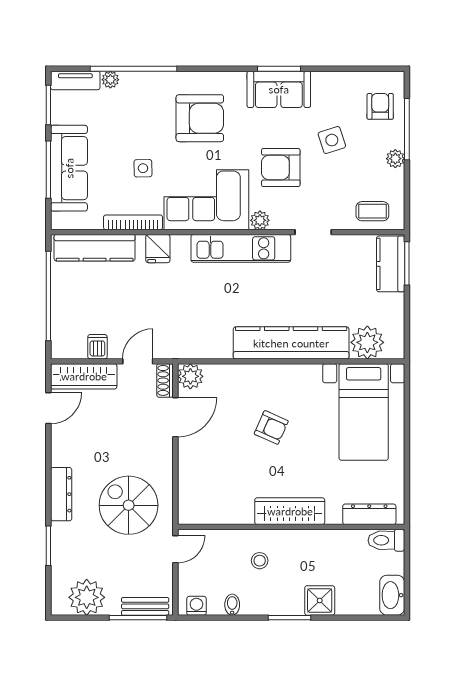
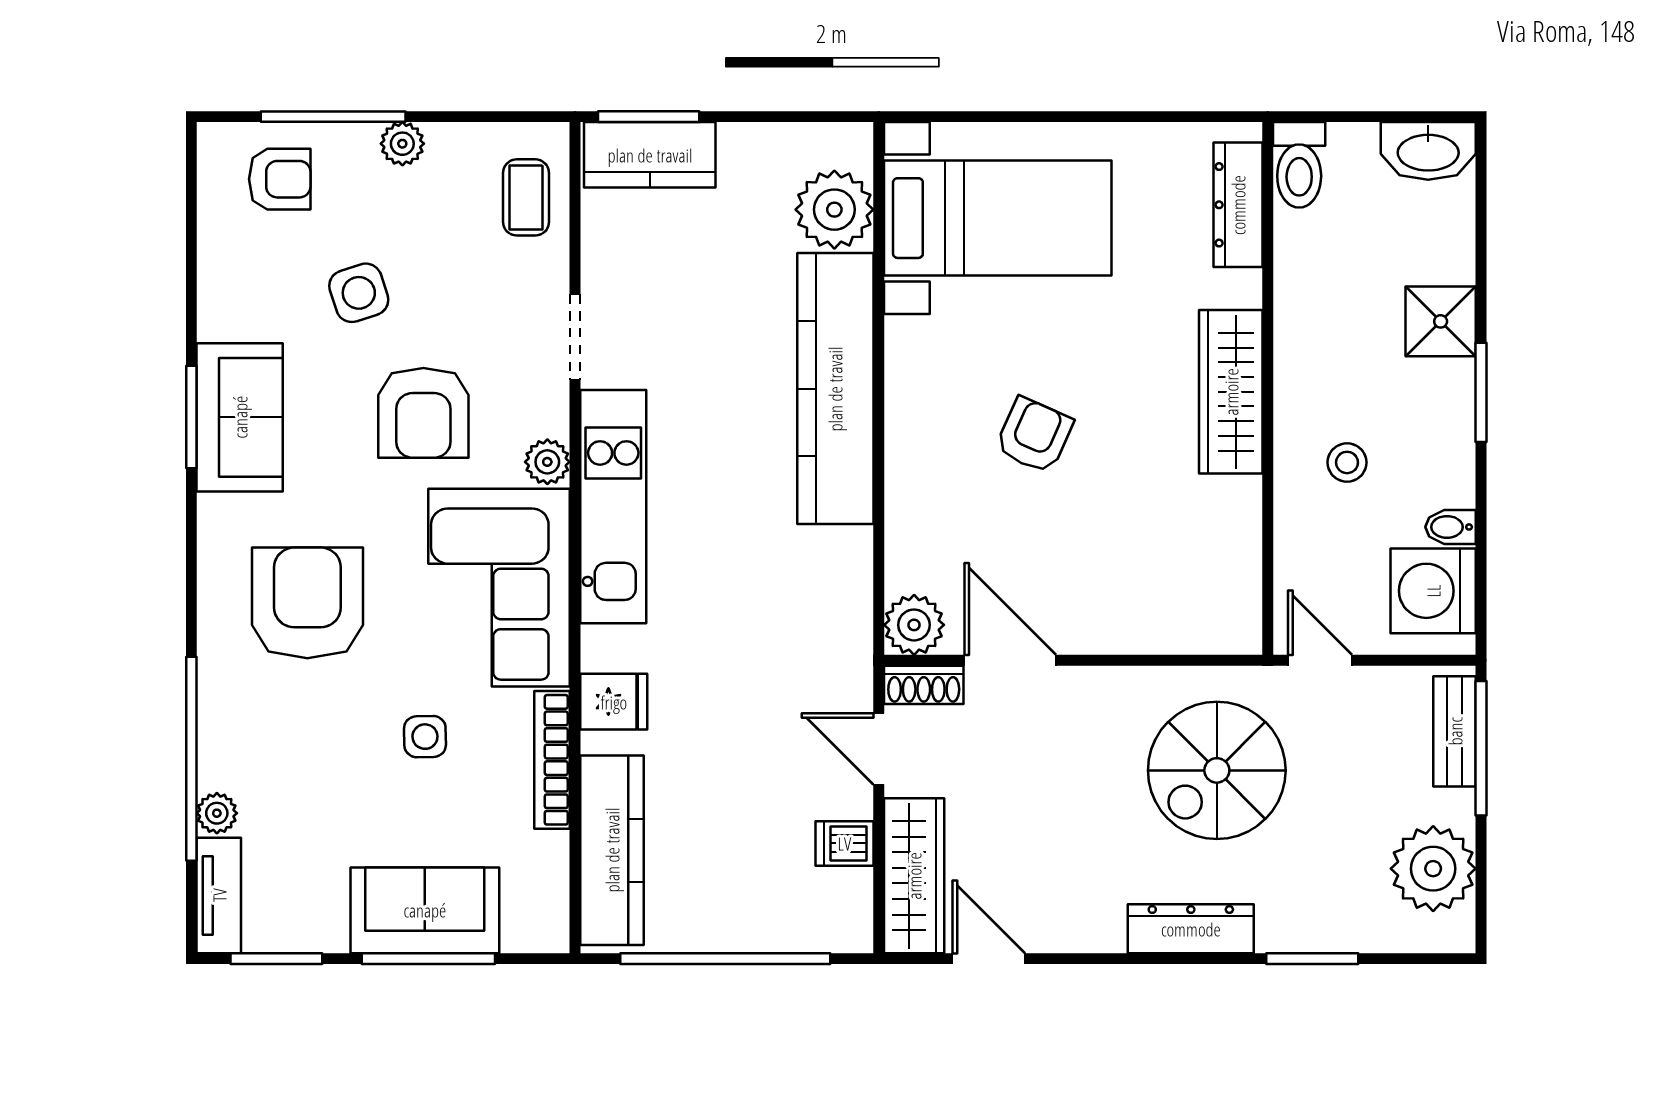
armchair: (380, 106) -> (280, 179), turned 180
sofa: (69, 168) -> (425, 910), width x0.73
washing machine: (196, 606) -> (1433, 591), width x1.89, depth x1.89

